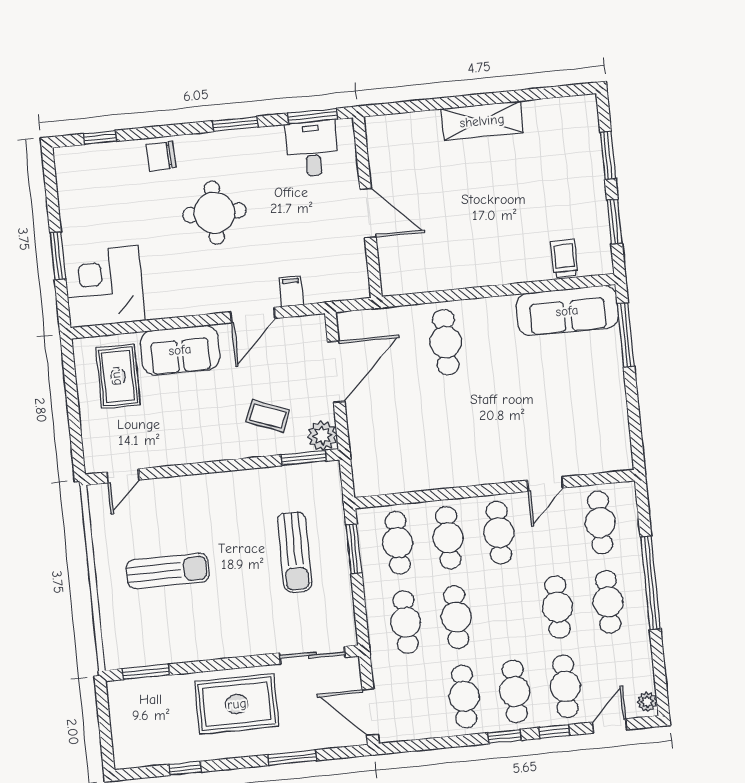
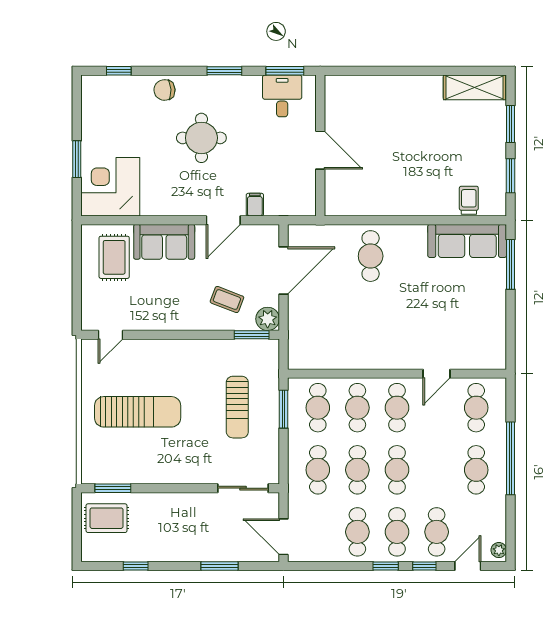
shelving: (482, 121) -> (475, 87), moved
sun lounger: (168, 571) -> (138, 412), width x1.36, depth x1.34
cafe table: (557, 607) -> (397, 470), moved
rug: (237, 704) -> (107, 518), moved, width x0.73, depth x0.70

